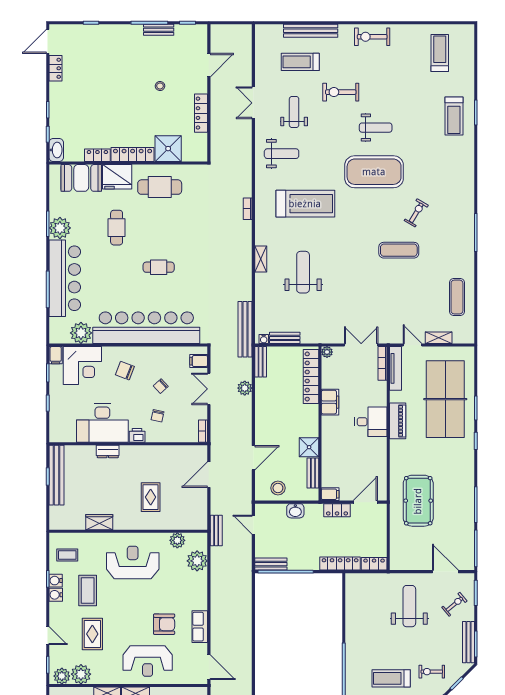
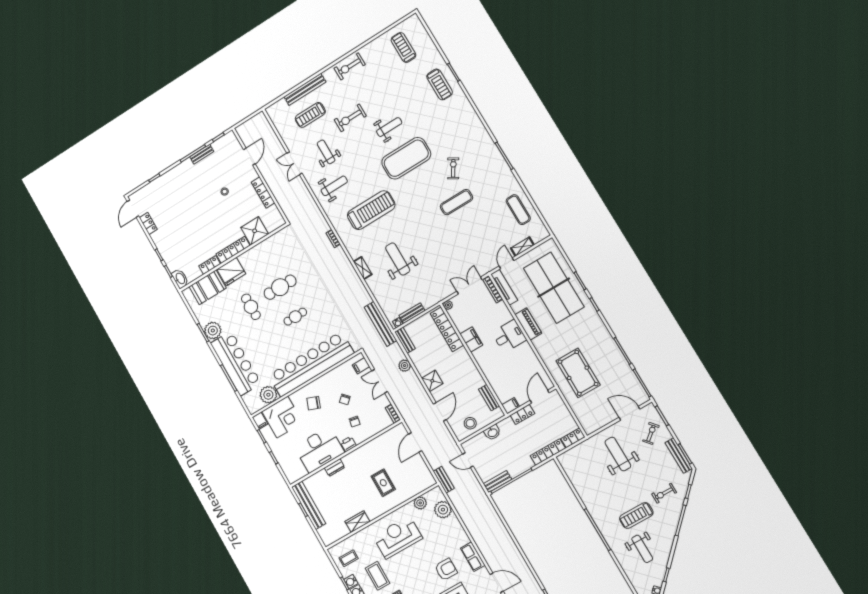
cafe table: (160, 187) -> (280, 287), moved
door: (412, 345) -> (507, 263), hinge flipped
shower: (309, 447) -> (432, 381), moved

